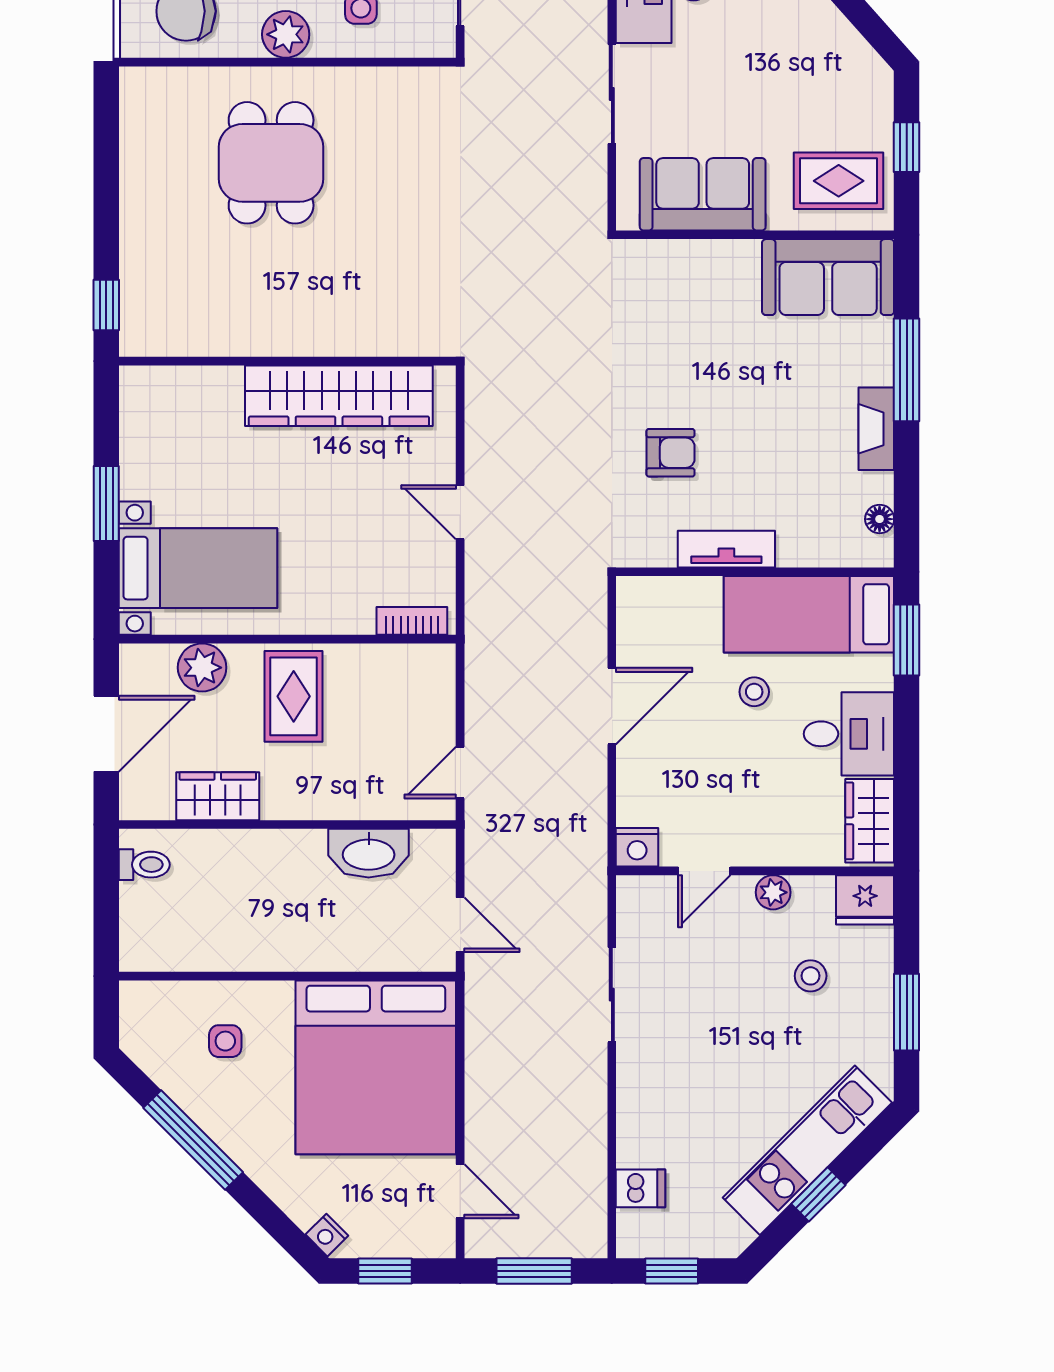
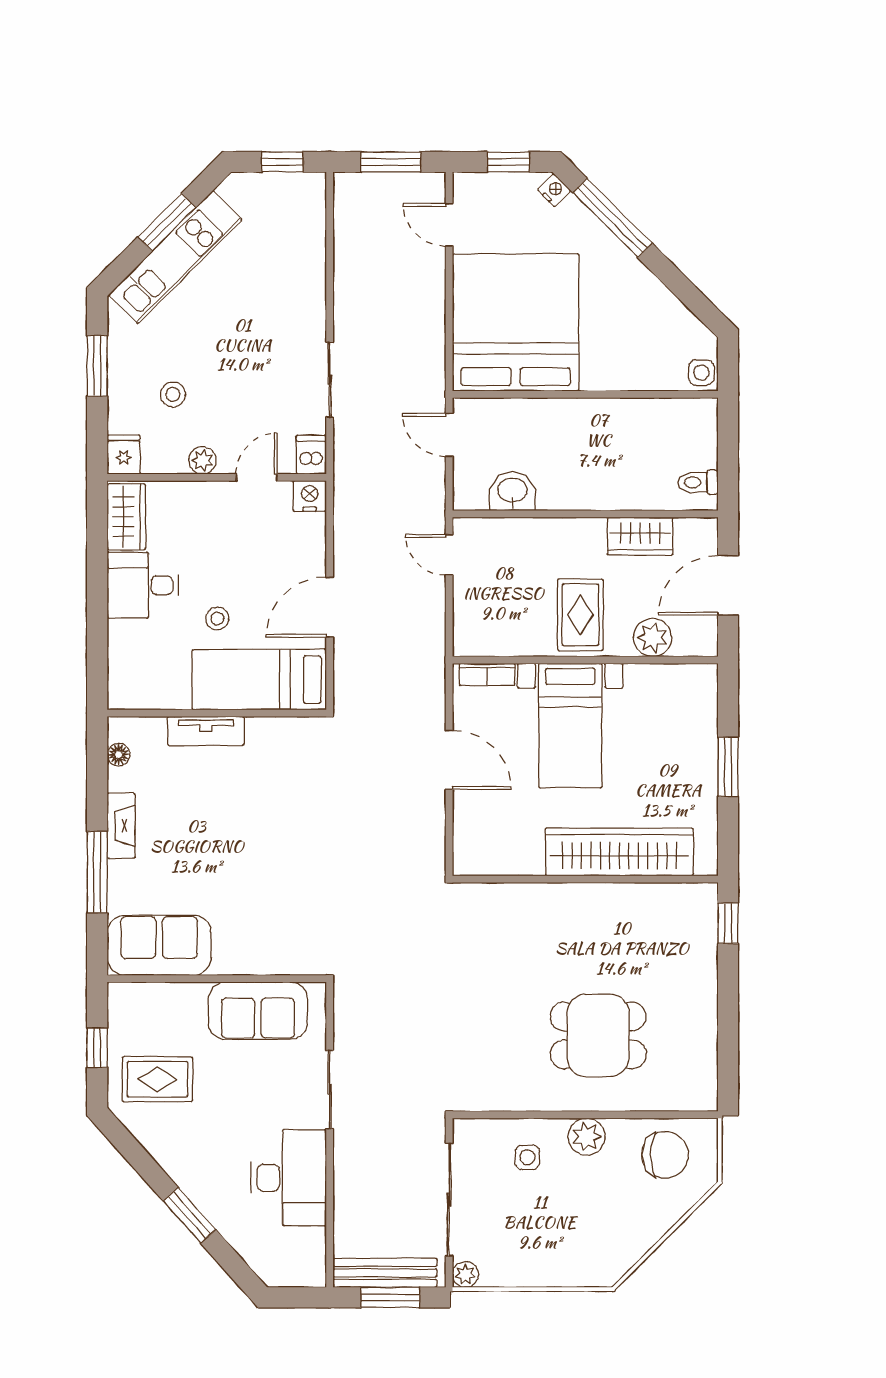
dining table: (271, 163) -> (598, 1035), turned 90
rug: (839, 181) -> (157, 1079), moved
wardrobe: (339, 396) -> (619, 852), moved
armchair: (671, 453) -> (283, 807), removed
door: (460, 512) -> (449, 760), width x1.37
tv unit: (726, 549) -> (206, 731), moved
bed with nightstands: (198, 568) -> (570, 726), moved, turned -90
bed: (809, 614) -> (259, 680), moved, turned 180
window: (907, 640) -> (97, 659), removed
door: (460, 773) -> (449, 555), swing flipped
washbasin: (369, 853) -> (512, 491), width x0.72
fridge: (865, 900) -> (124, 454), width x0.72
side table: (225, 1041) -> (701, 372), moved
window: (193, 1140) -> (612, 218), moved
dishwasher: (641, 1188) -> (311, 455), moved, turned 90
window: (818, 1194) -> (167, 222), width x1.50

